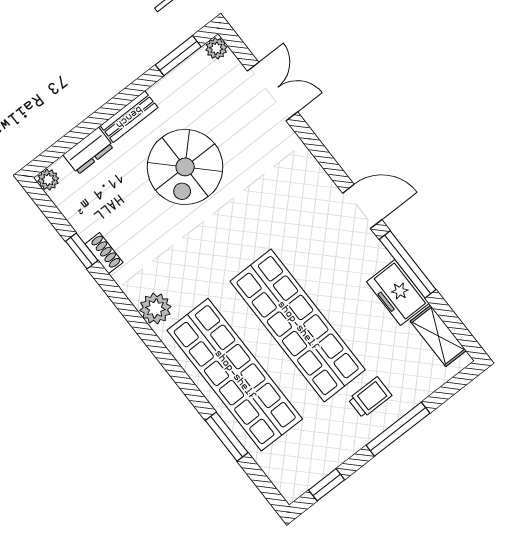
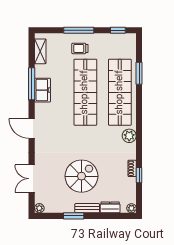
window: (178, 56) -> (74, 216), moved
door: (362, 206) -> (32, 128), moved
freezer: (398, 293) -> (42, 90), moved

